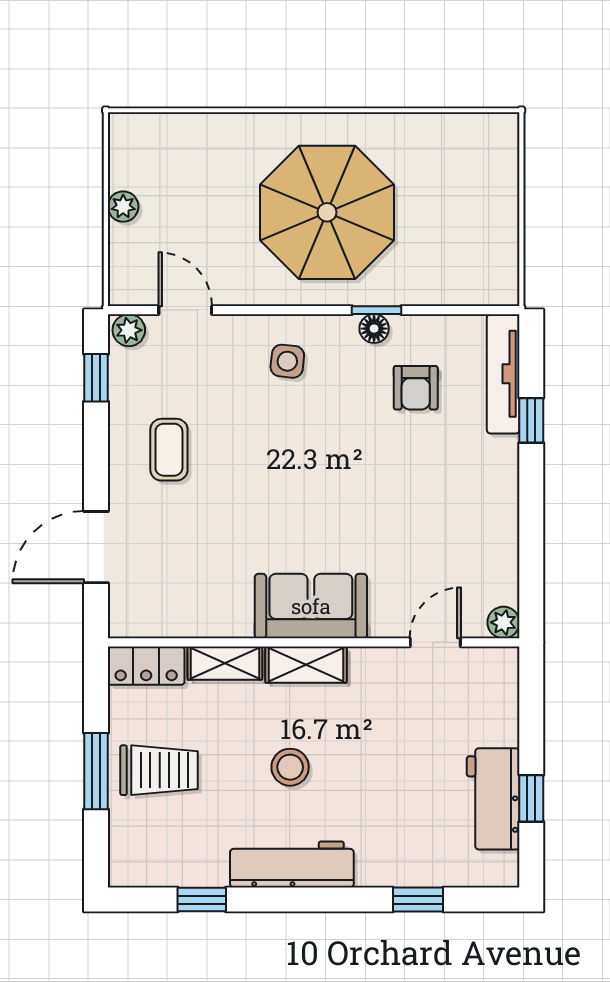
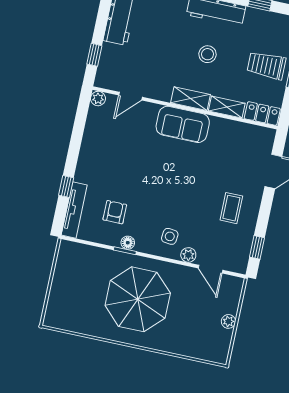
plant: (129, 330) -> (188, 255), moved
window: (531, 798) -> (94, 55), moved

